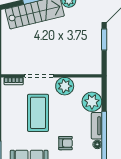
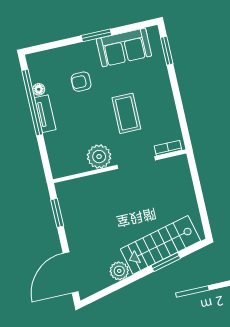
window: (104, 39) -> (57, 213), moved
plant: (92, 102) -> (59, 144), removed
coffee table: (38, 113) -> (126, 113), width x0.73, depth x0.76

